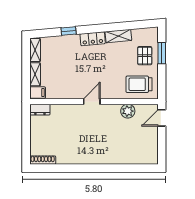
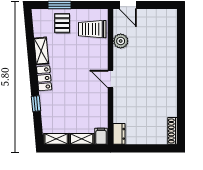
pallet: (145, 56) -> (62, 23), turned 90
trolley: (139, 84) -> (92, 29), turned 90

